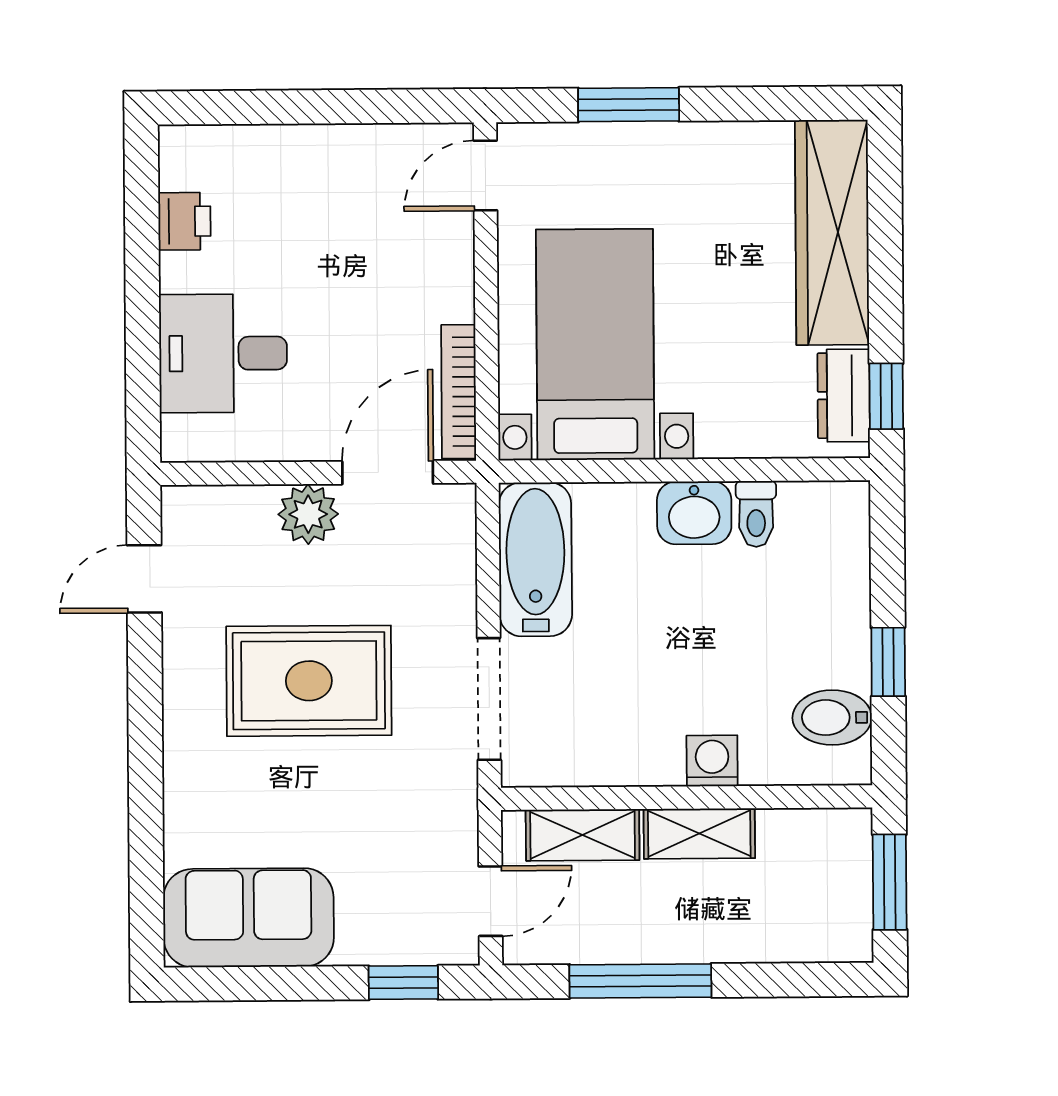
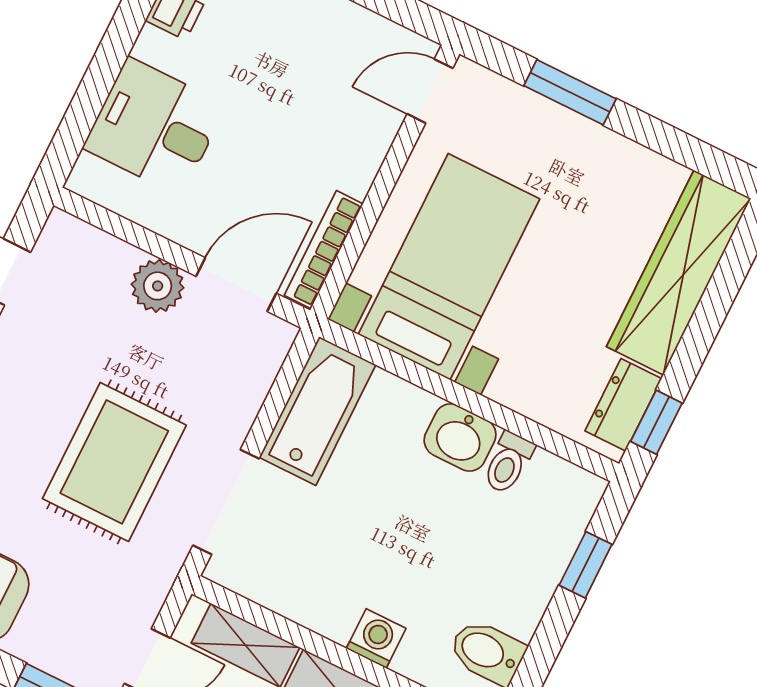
window: (888, 662) -> (586, 565), moved
rug: (309, 681) -> (114, 462), moved, turned 90

